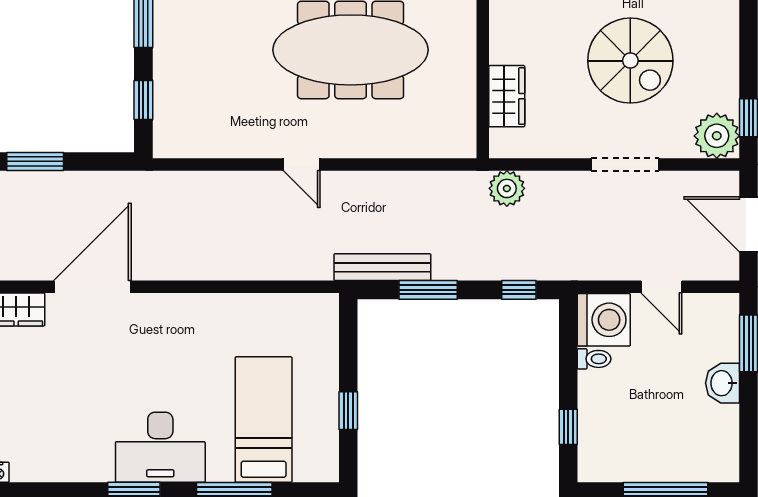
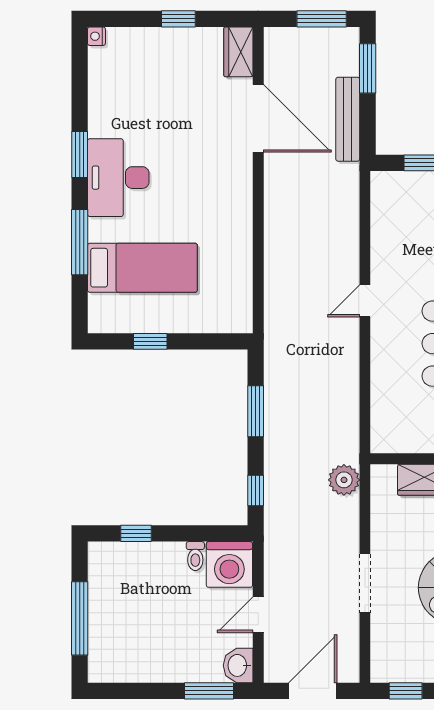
plant: (717, 136) -> (390, 663), removed
bench: (382, 267) -> (348, 119), moved
washbasin: (723, 383) -> (238, 665), moved, turned -90

